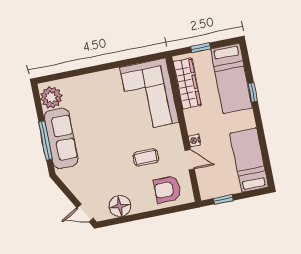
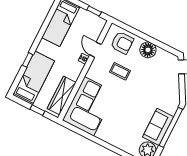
sofa: (61, 138) -> (158, 127), width x0.73
window: (45, 141) -> (171, 127), width x1.46
floor lamp: (120, 206) -> (148, 50), moved

